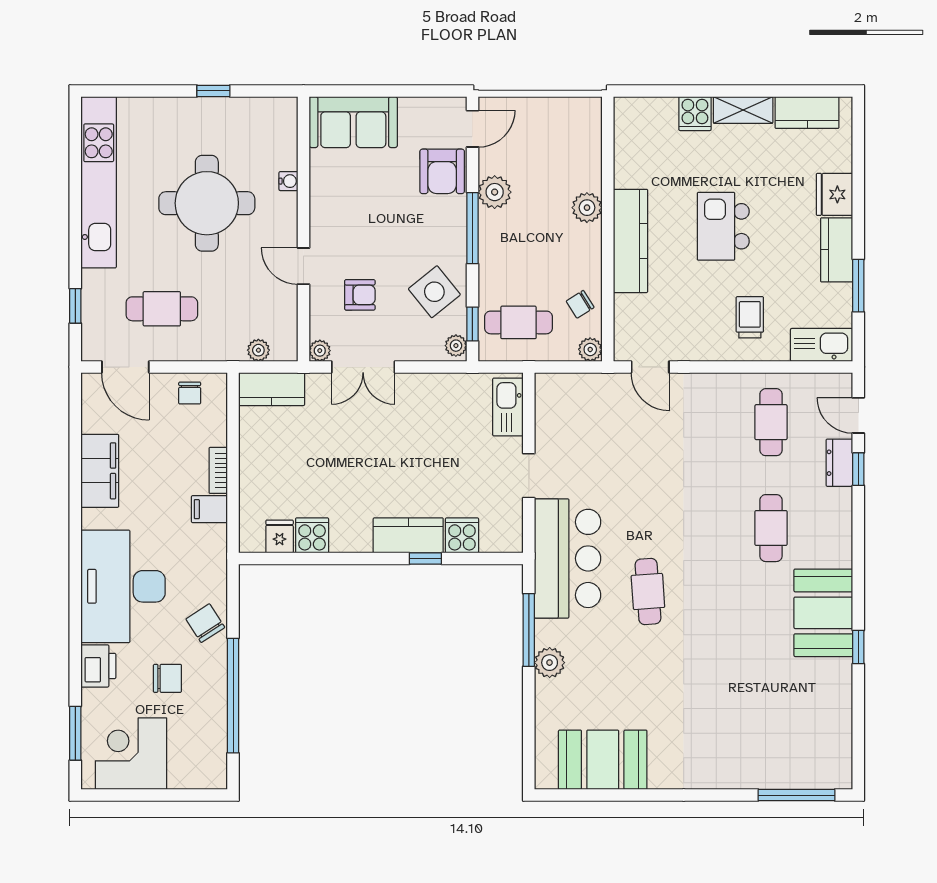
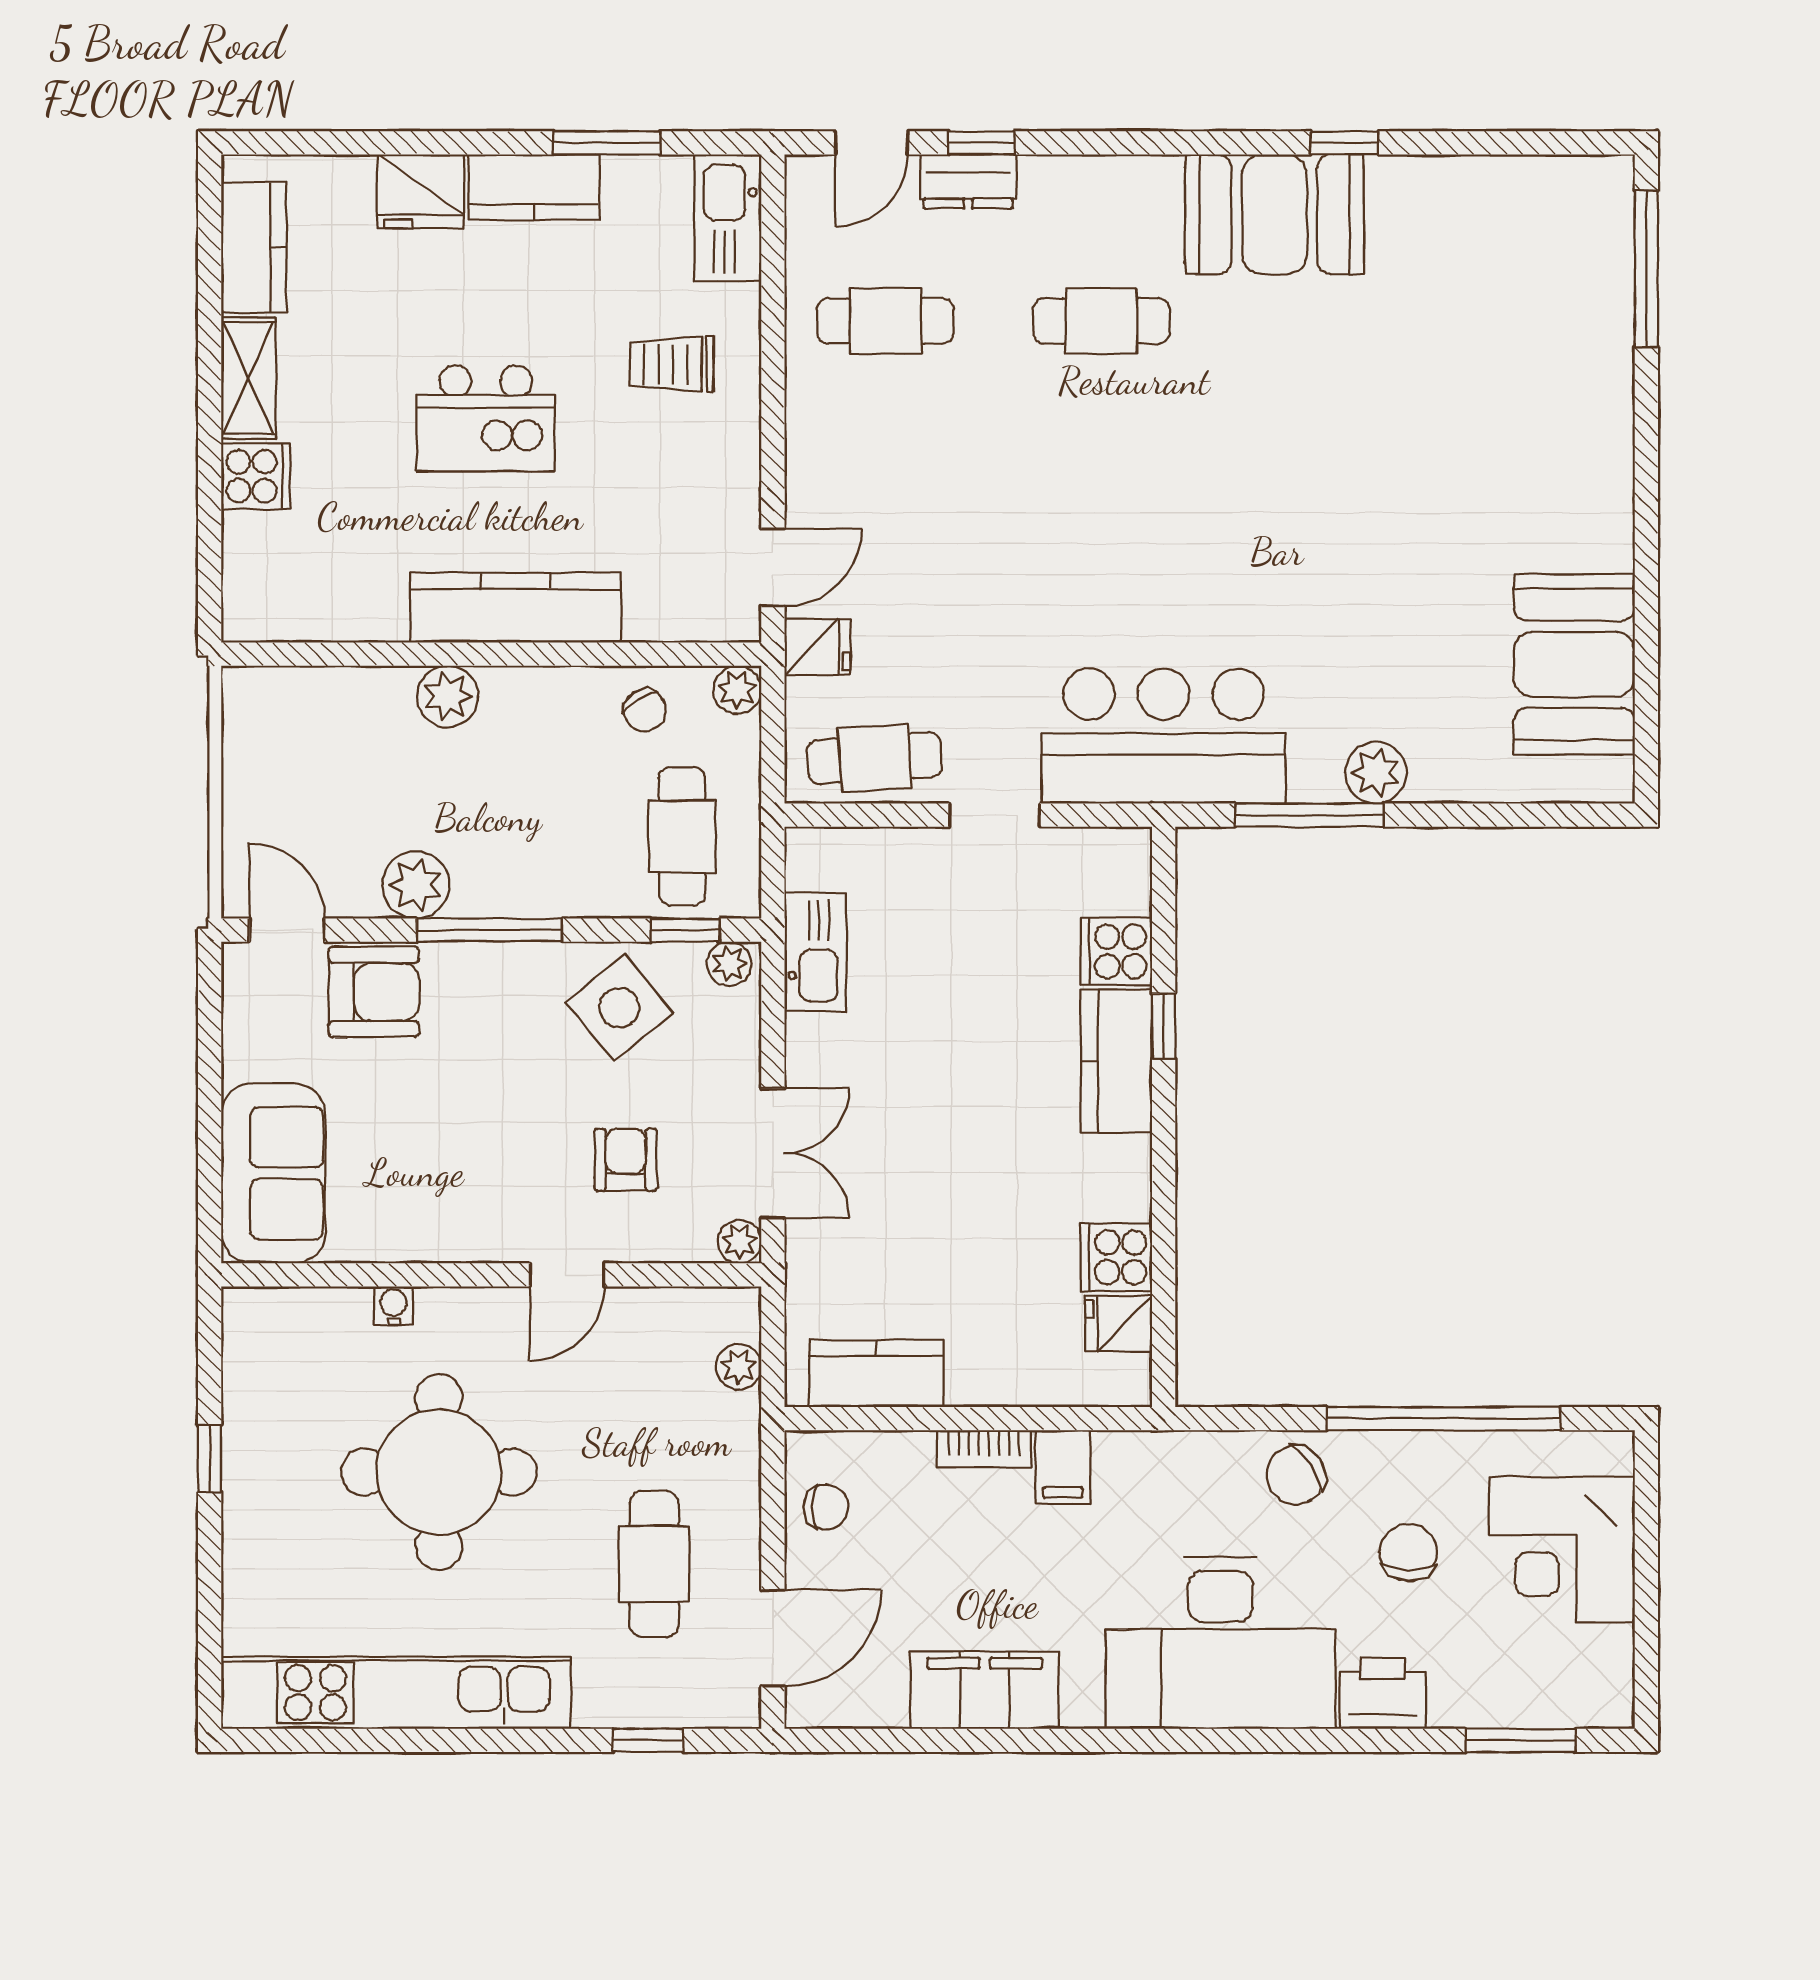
kitchen counter: (272, 389) -> (876, 1373), moved, turned -90
fridge: (611, 389) -> (817, 647), added
kitchen sink: (508, 407) -> (815, 952), moved, turned -90
cafe table: (648, 591) -> (875, 758), moved
corner desk: (131, 754) -> (1562, 1549), moved

